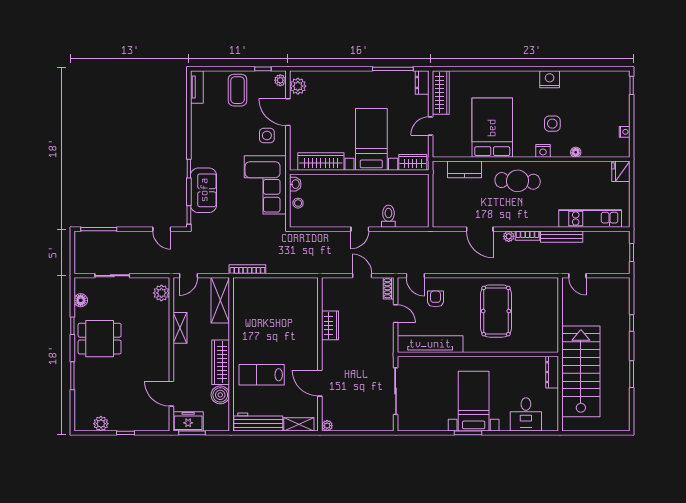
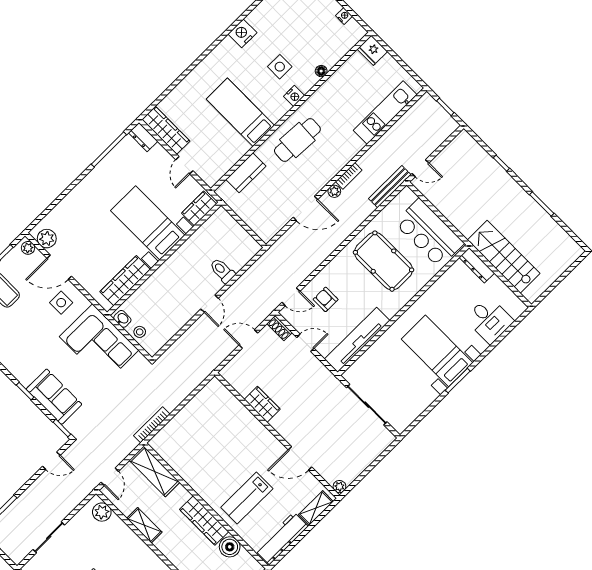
bed: (492, 128) -> (240, 112), width x0.67
bench: (562, 237) -> (390, 187), moved
bar counter: (542, 322) -> (429, 233), added
stairs: (581, 371) -> (504, 257), width x0.73, depth x0.66

